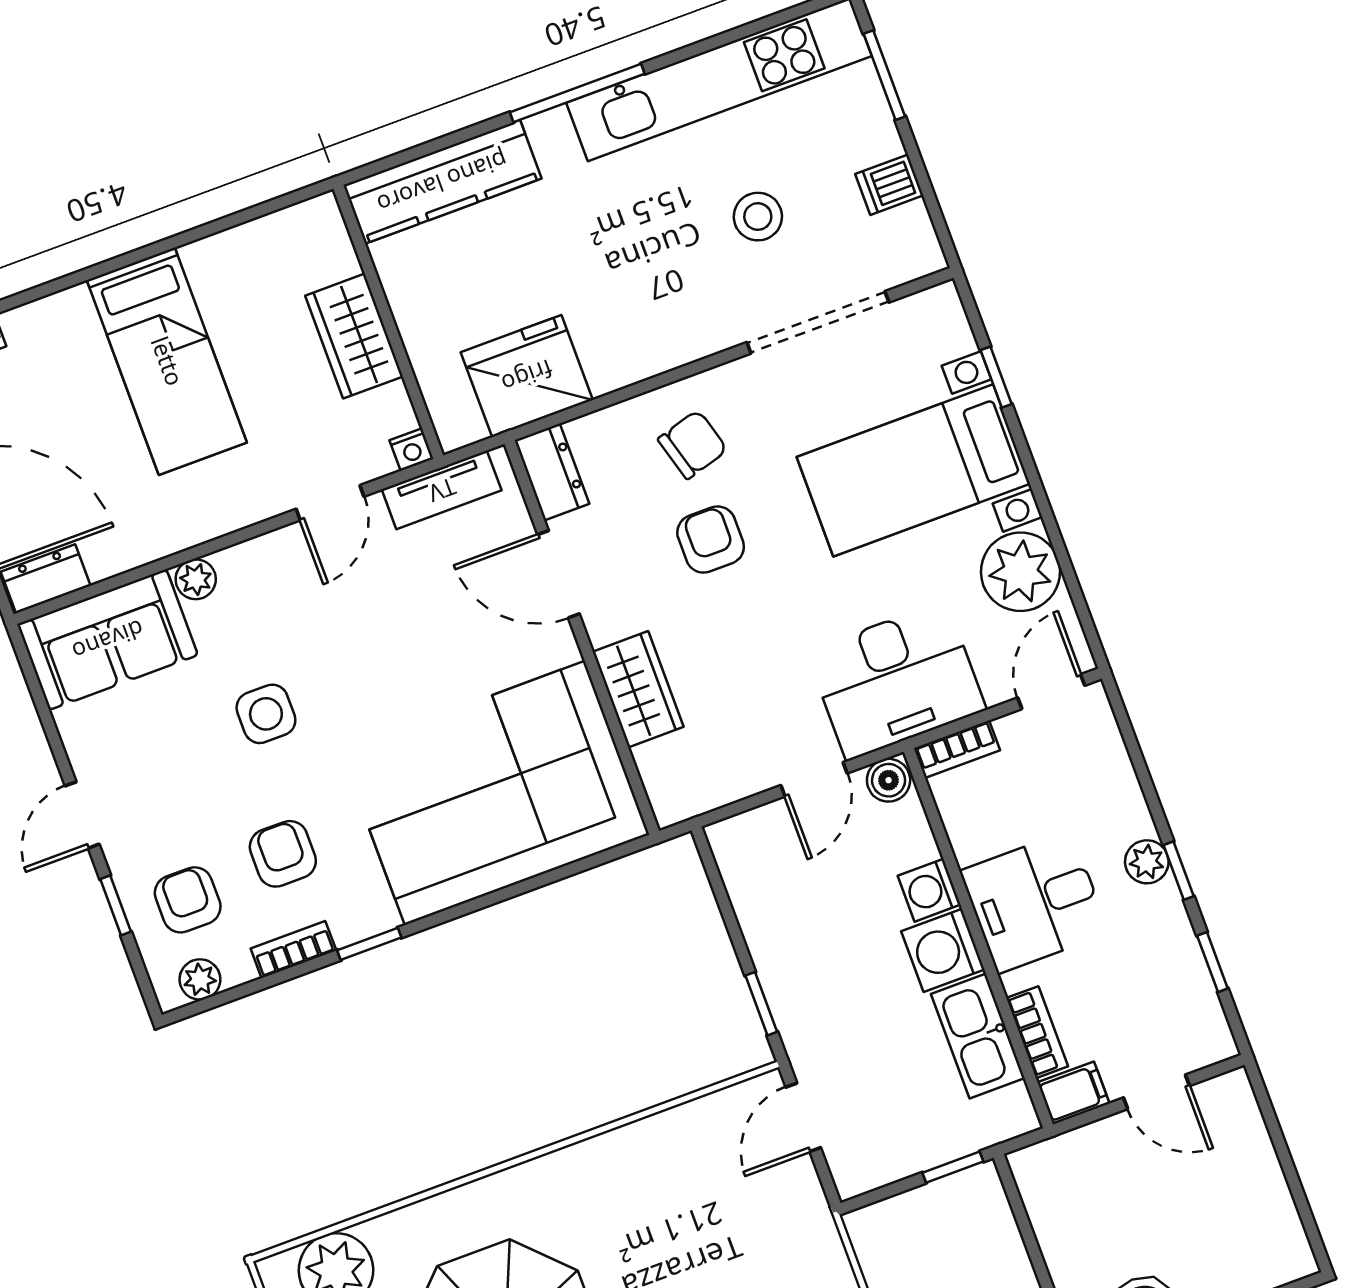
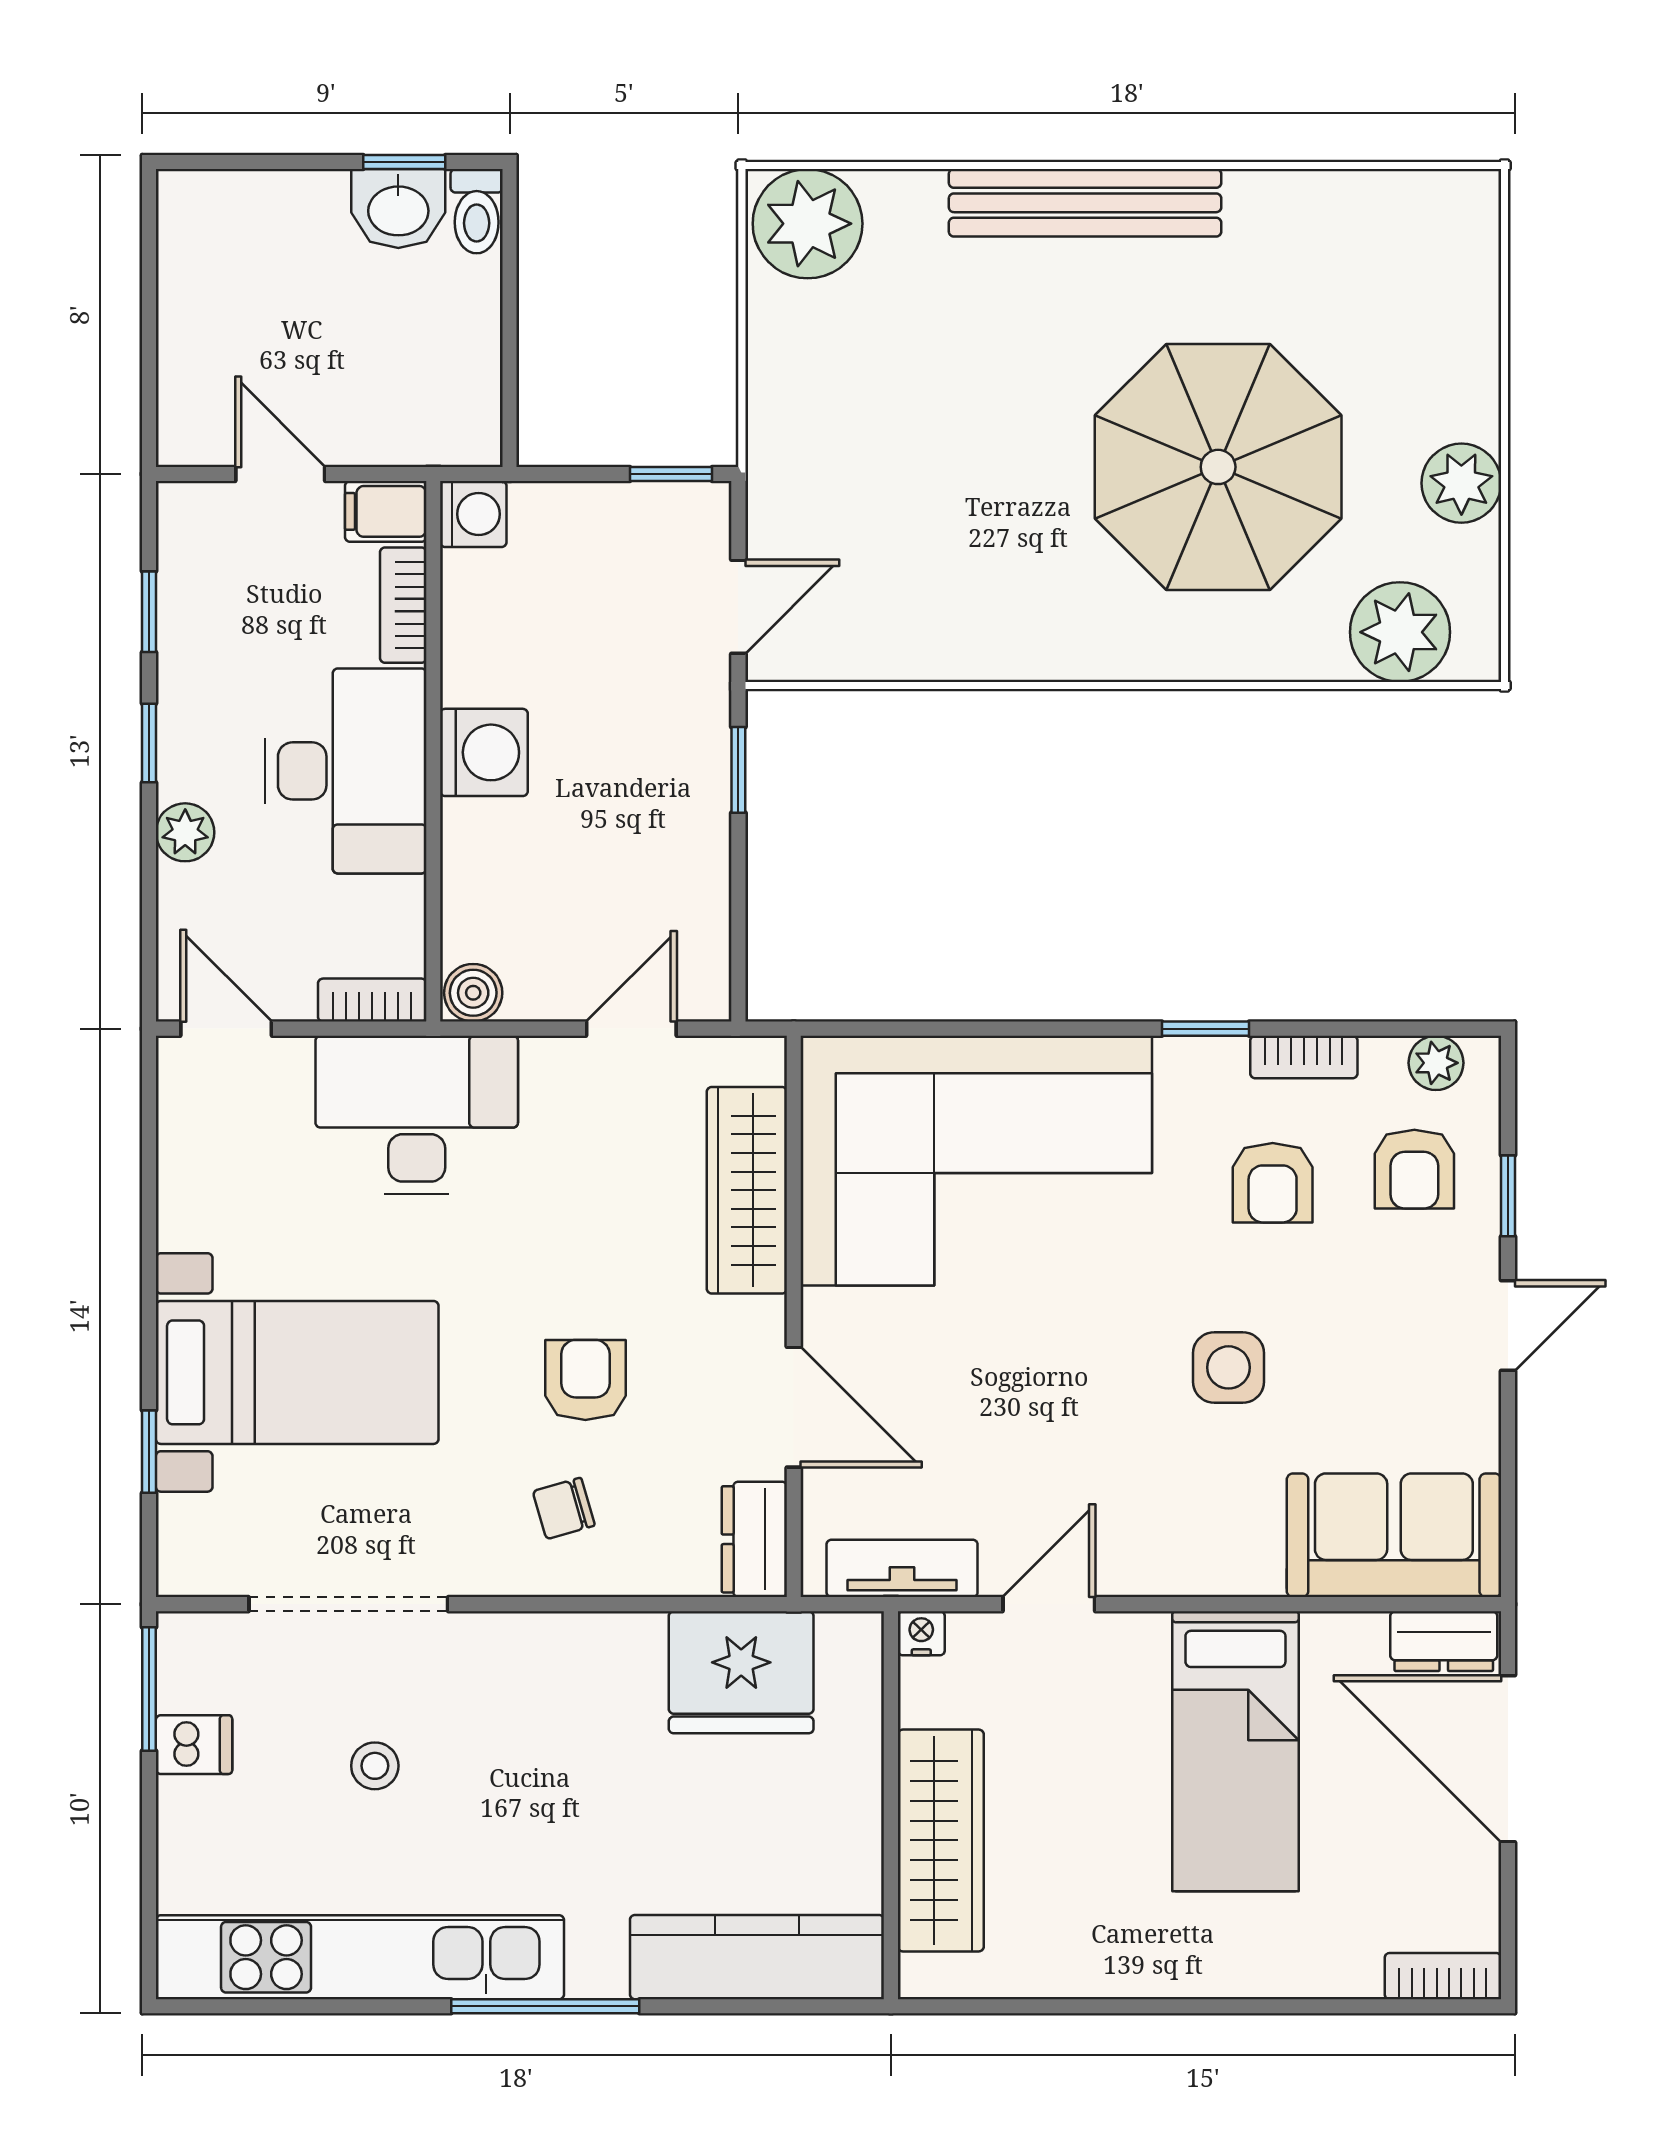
window: (884, 75) -> (149, 1689), moved
stool: (758, 217) -> (375, 1766), width x0.73, depth x0.73
wardrobe: (354, 336) -> (941, 1840), width x1.50
bed: (167, 361) -> (1235, 1751), moved, turned 180
chair: (693, 444) -> (564, 1508), width x0.73, depth x0.73
armchair: (711, 540) -> (585, 1380), turned 180
plant: (1020, 572) -> (209, 1194), removed
plant: (196, 579) -> (1254, 1570), removed
wardrobe: (638, 689) -> (747, 1190), width x1.50
door: (1051, 692) -> (226, 1029), swing flipped
door: (814, 779) -> (631, 1029), moved
plant: (1147, 862) -> (185, 832), moved
washing machine: (929, 890) -> (473, 514), moved
desk: (1034, 902) -> (346, 771), width x1.37
kitchen sink: (978, 1036) -> (480, 628), removed
window: (953, 1167) -> (671, 474), moved

